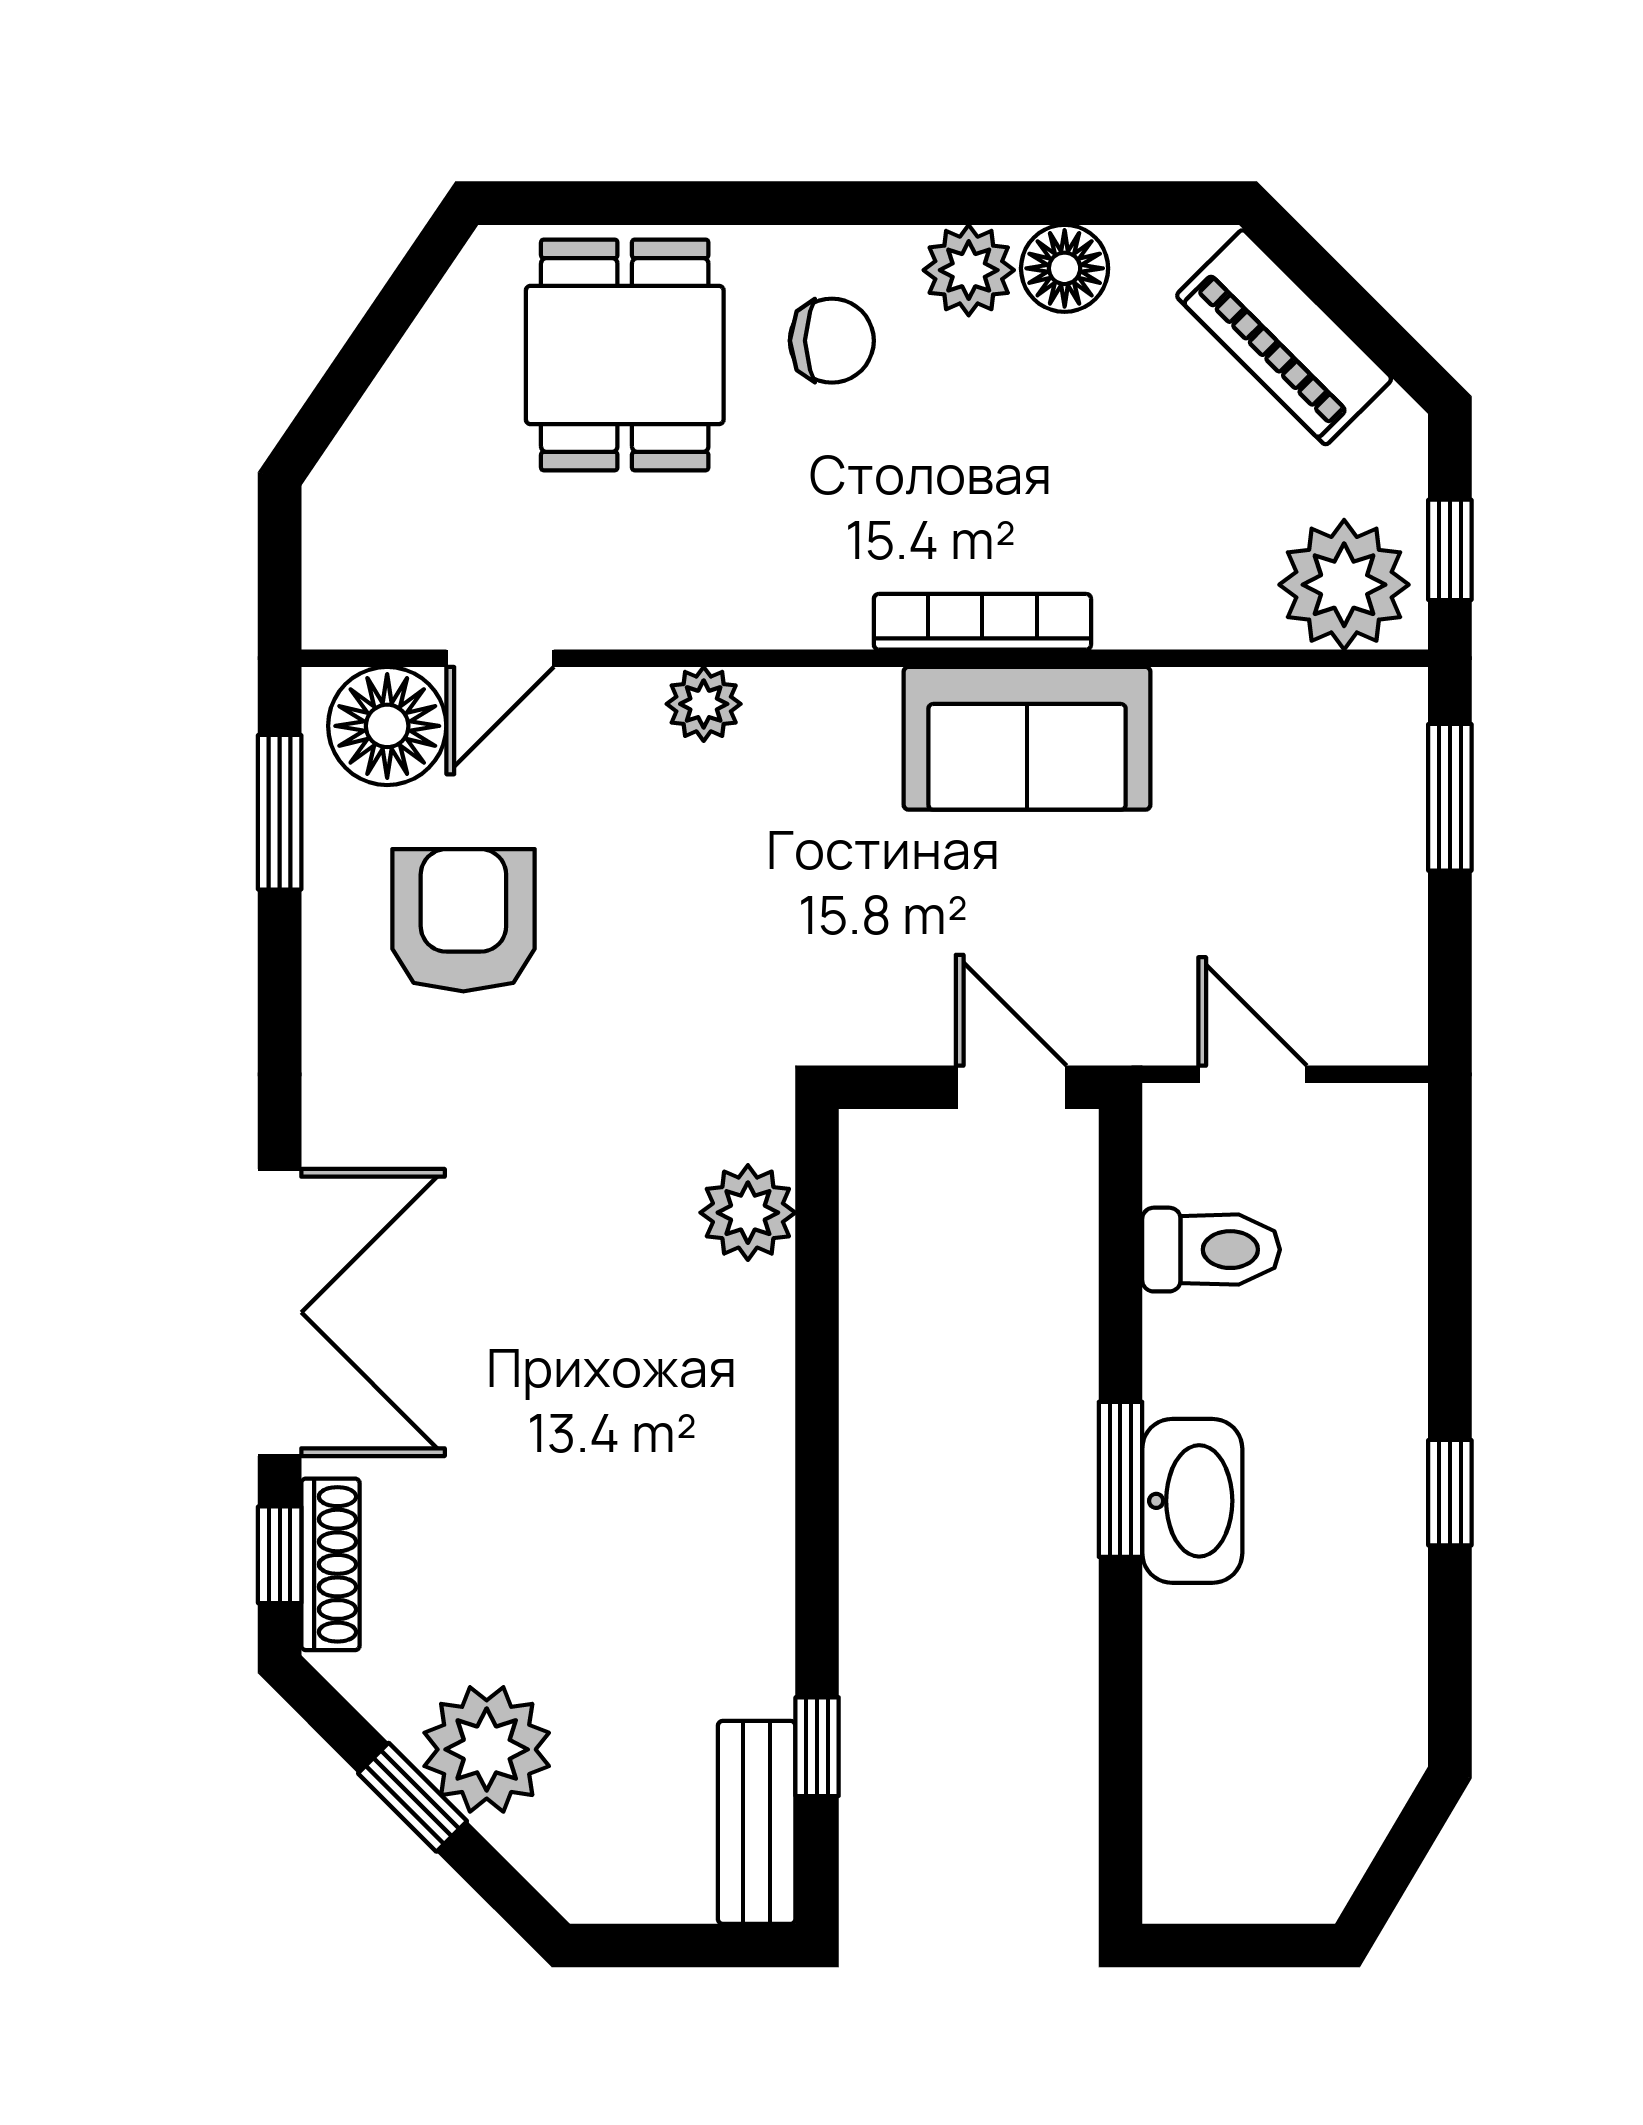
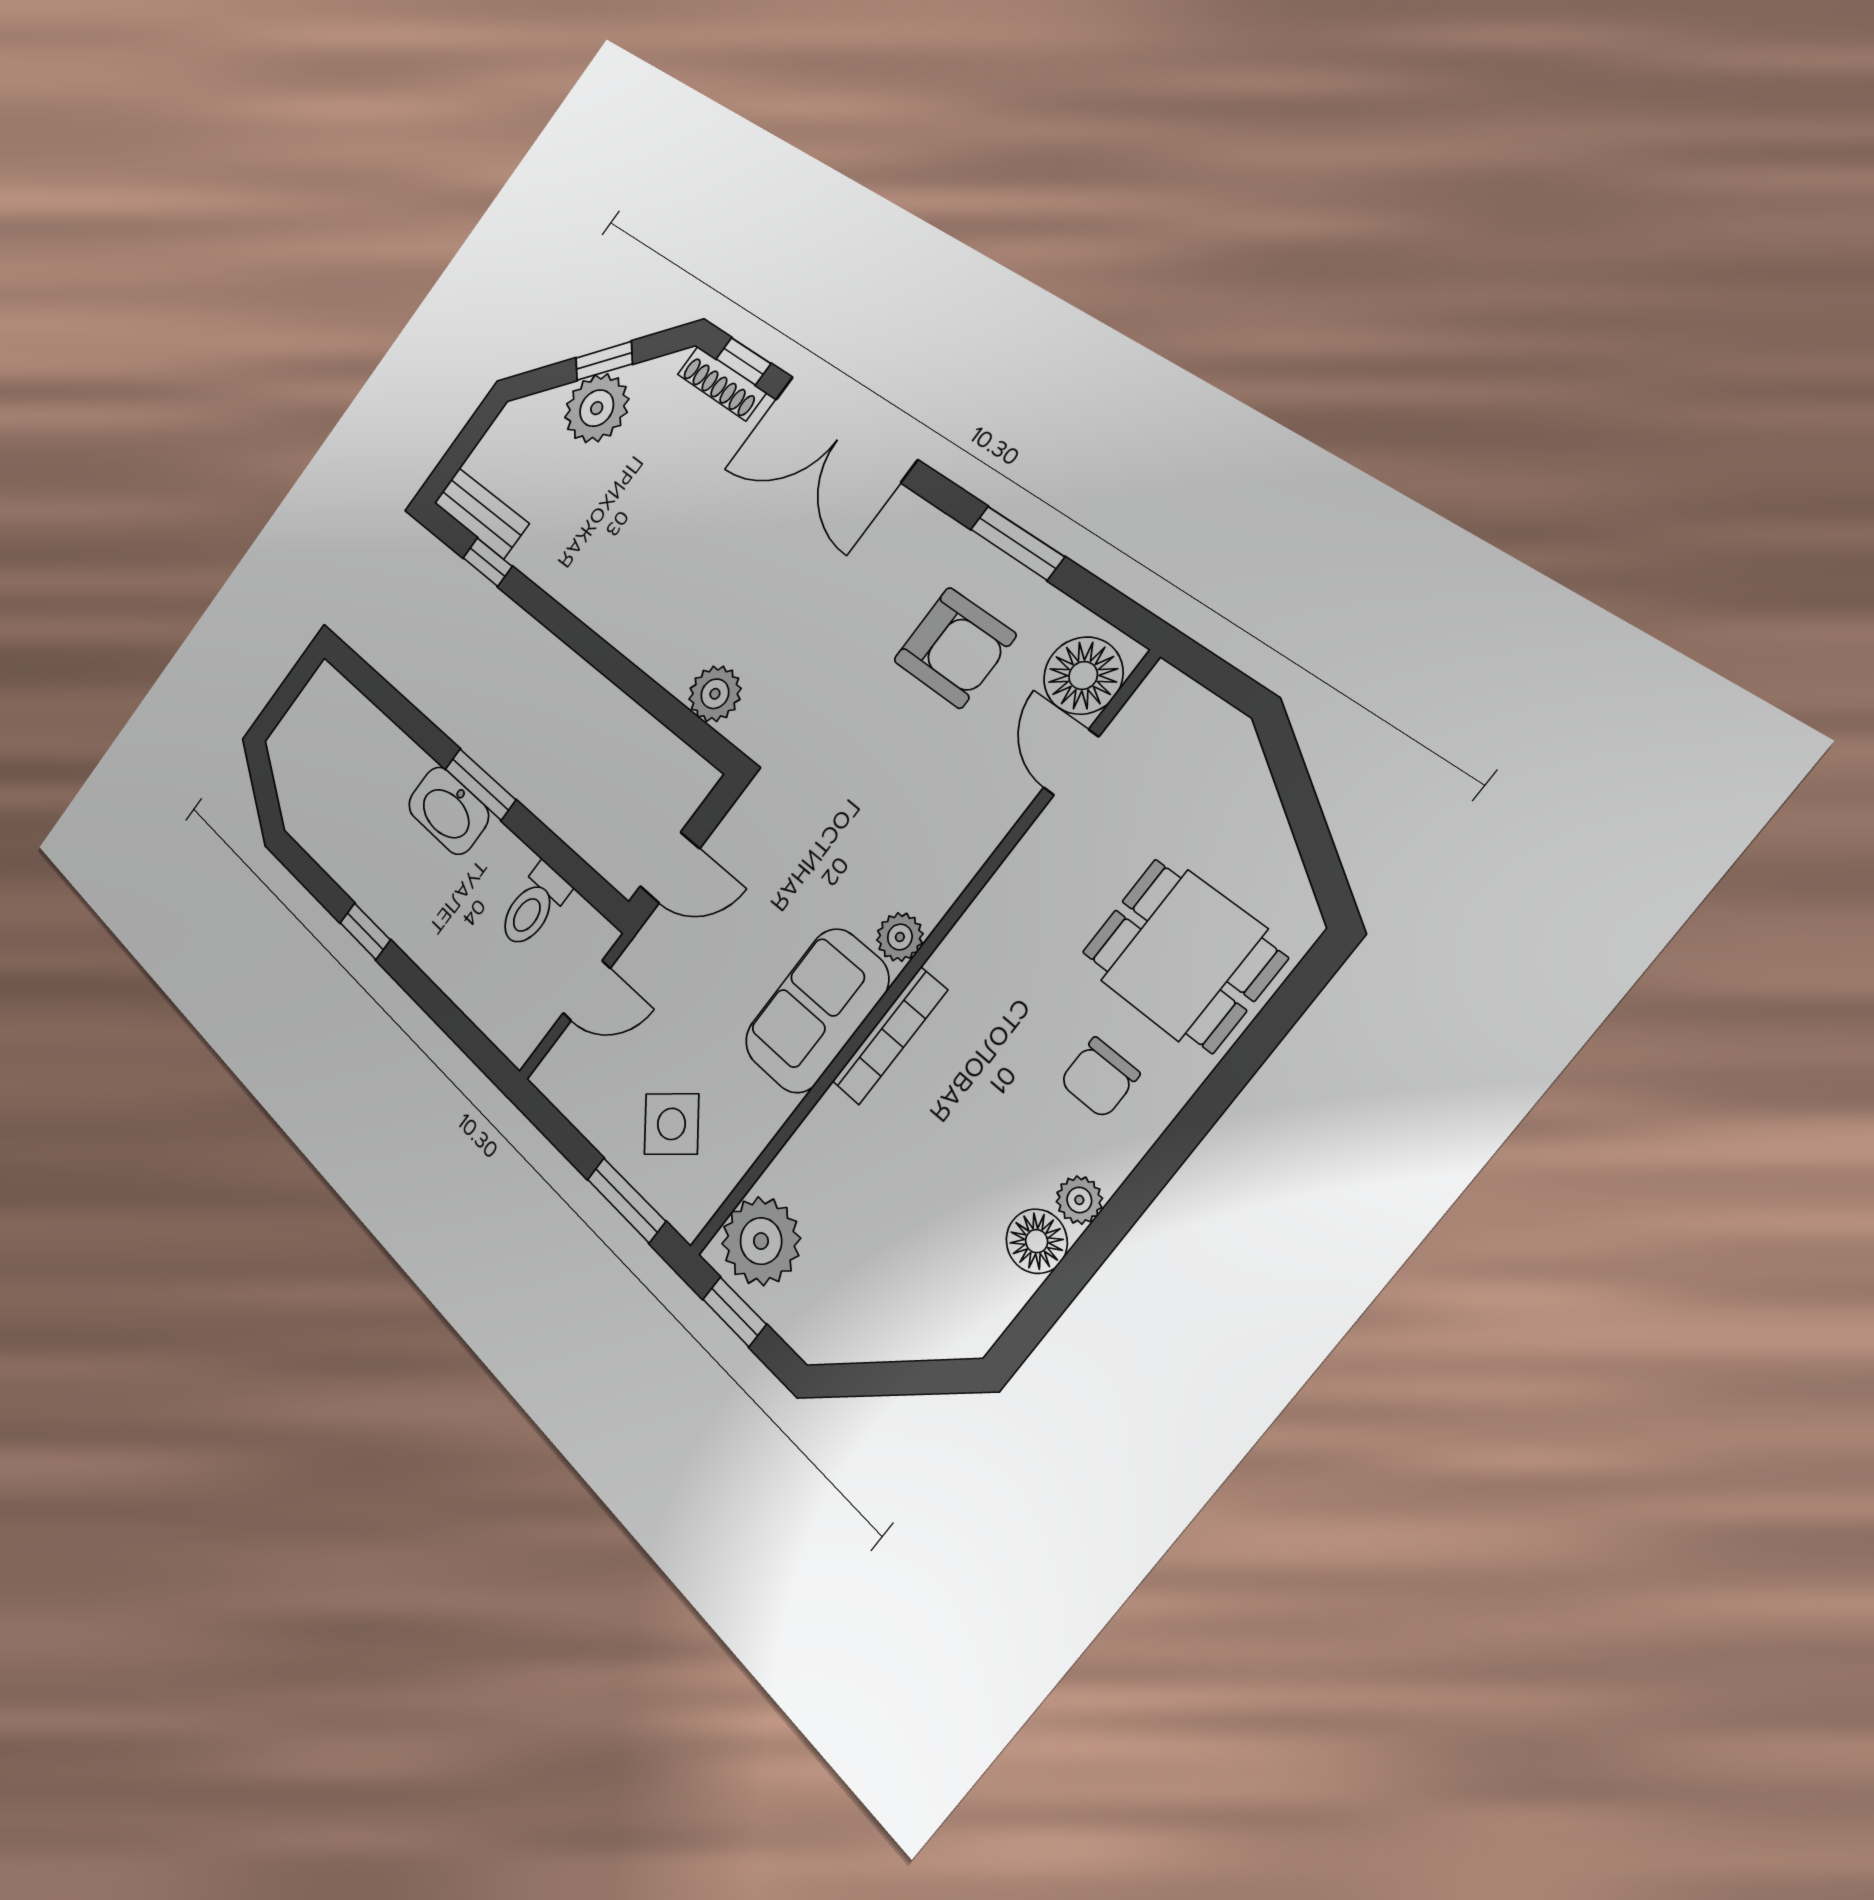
plant: (969, 270) -> (1079, 1200), width x0.73, depth x0.73
piano: (1284, 337) -> (905, 1327), removed
plant: (704, 704) -> (900, 937), moved
window: (280, 812) -> (1017, 543), moved
side table: (1312, 815) -> (671, 1124), added

